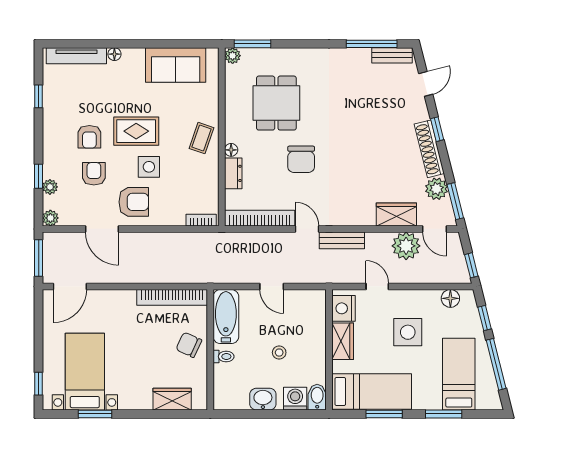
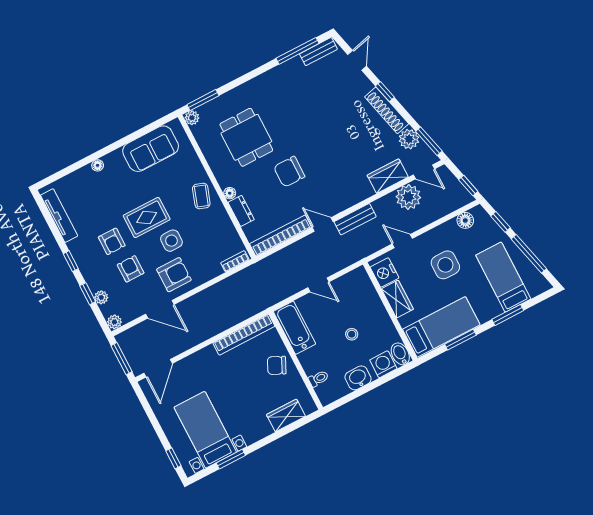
tv unit: (76, 56) -> (59, 216), moved, turned -90
window: (39, 96) -> (71, 261), moved
chair: (301, 159) -> (289, 172), turned 90
toilet: (223, 357) -> (318, 379), moved

